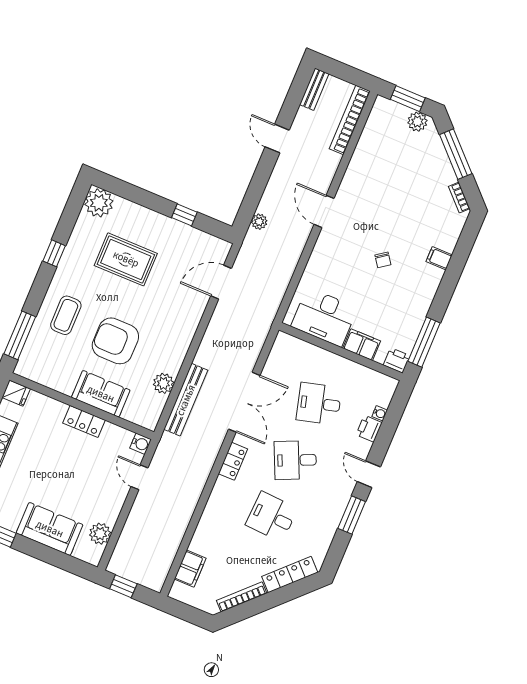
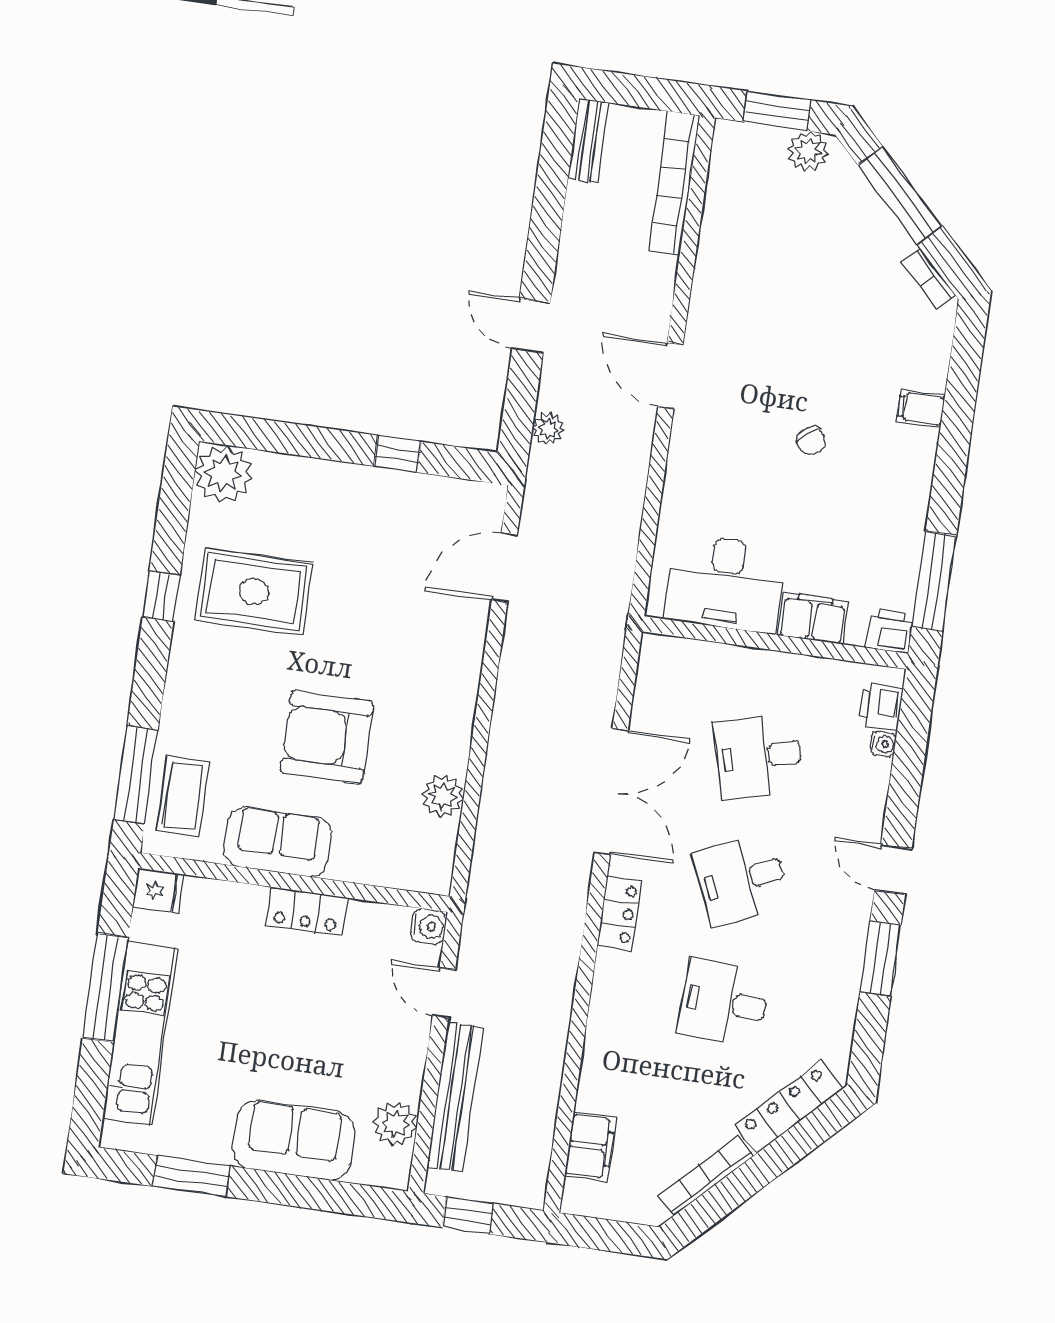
door: (277, 139) -> (531, 326), moved
rug: (126, 259) -> (254, 592), moved
coffee table: (66, 315) -> (183, 796), moved
sofa: (101, 394) -> (277, 842), moved
bench: (186, 400) -> (455, 1097), moved
printer: (369, 429) -> (881, 706), moved

